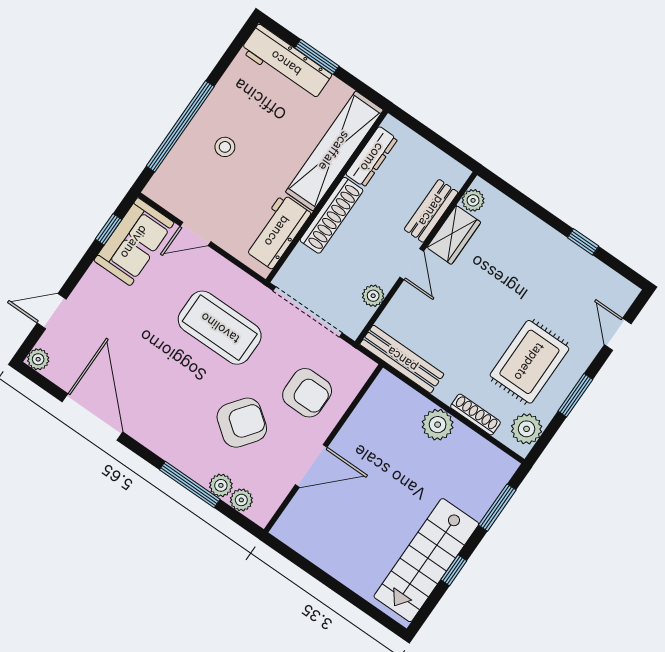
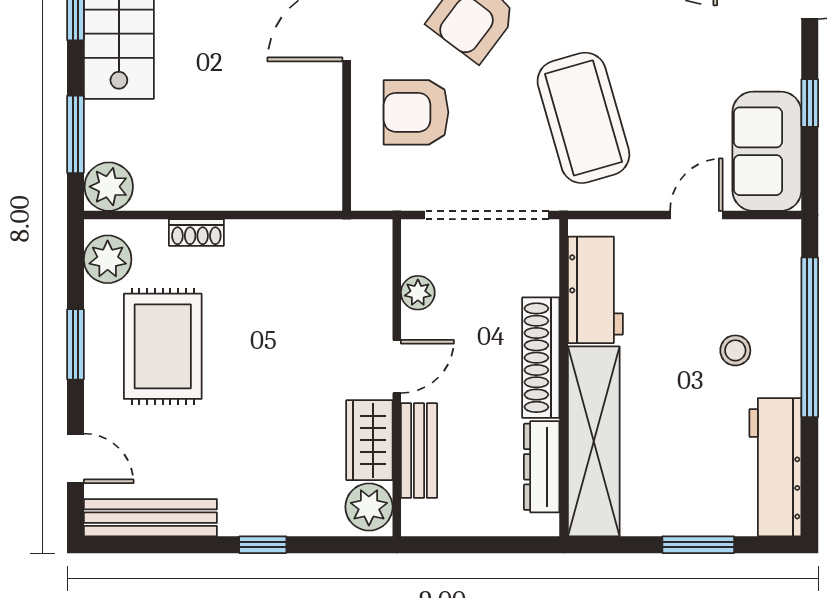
workbench: (286, 63) -> (775, 467), moved, turned -90
plant: (473, 200) -> (369, 507), width x1.38, depth x1.38
window: (109, 229) -> (810, 103), moved
window: (583, 242) -> (263, 545), moved
door: (412, 264) -> (397, 366), swing flipped
coffee table: (220, 328) -> (583, 118), turned 74
bench: (402, 359) -> (150, 518), moved
shoe rack: (475, 415) -> (196, 233), width x0.70
plant: (438, 425) -> (109, 187), moved

